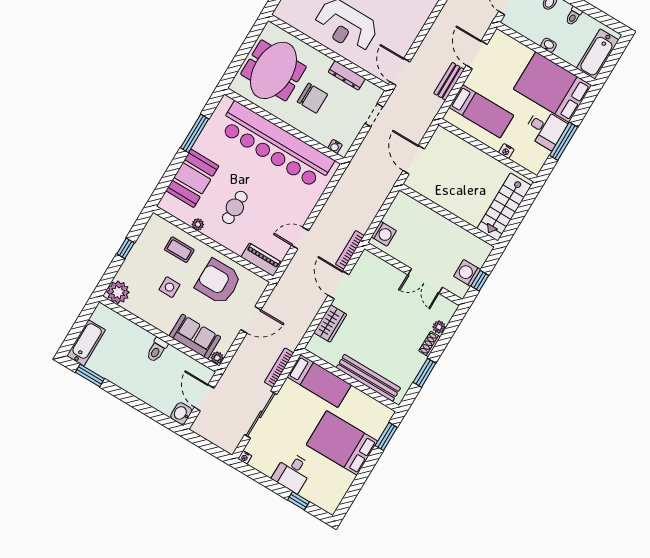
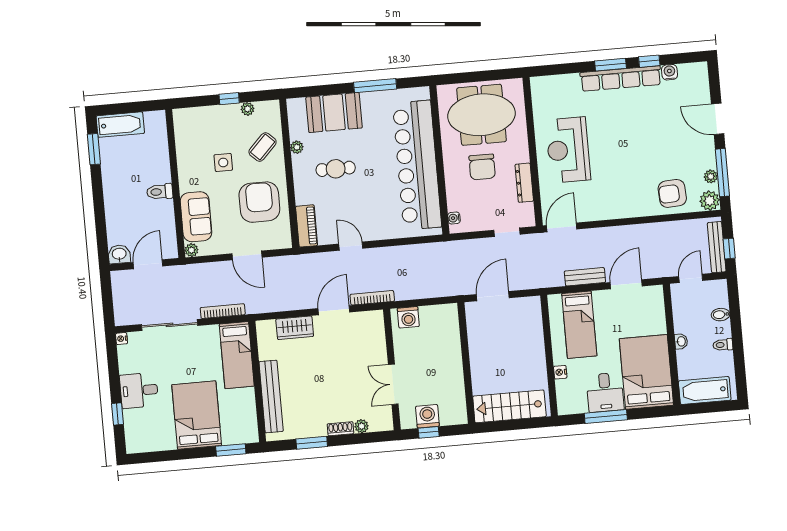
coffee table: (179, 250) -> (263, 147), turned 44
plant: (118, 292) -> (248, 109), moved, width x0.53, depth x0.53

